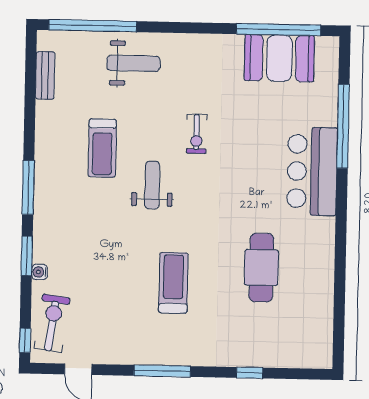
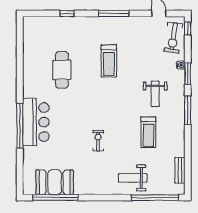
window: (343, 126) -> (20, 126), moved
treadmill: (102, 148) -> (148, 132), turned 180
weight bench: (152, 185) -> (155, 94), moved

